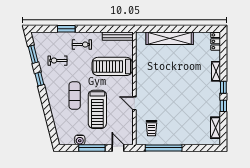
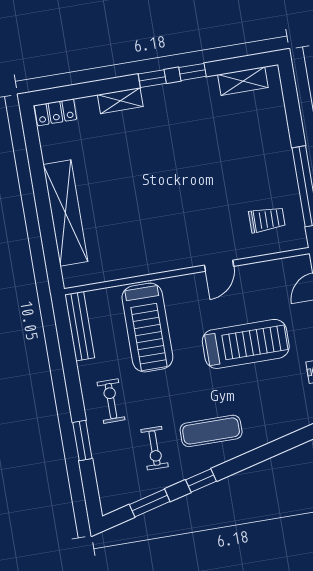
exercise mat: (75, 96) -> (211, 431), moved

